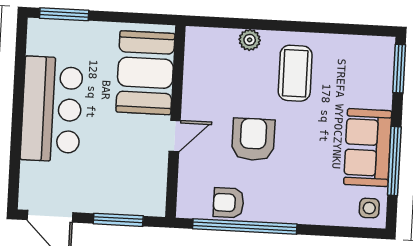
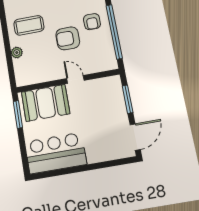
window: (64, 14) -> (18, 114), moved
bar counter: (52, 109) -> (56, 153), moved
armchair: (228, 203) -> (92, 22), moved

